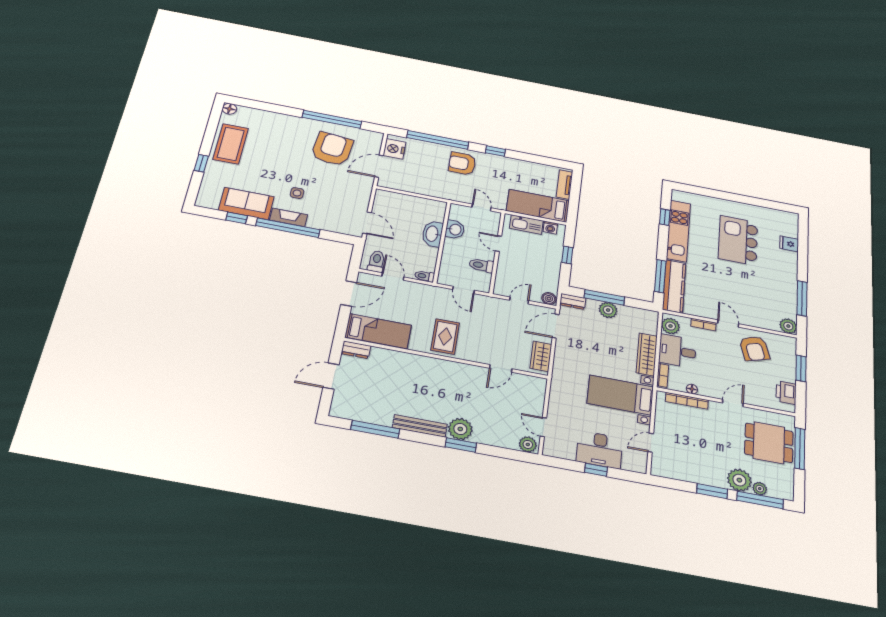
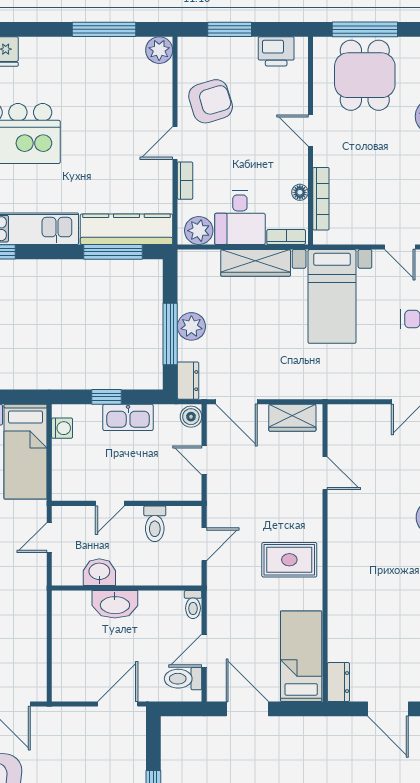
kitchen sink: (526, 225) -> (128, 417), moved, turned 90

